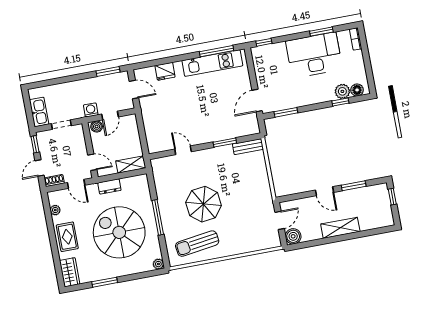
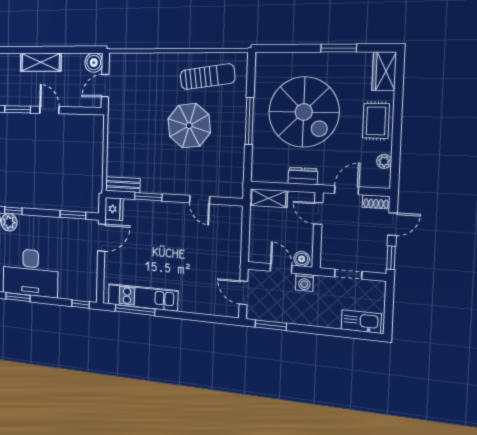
fridge: (165, 71) -> (114, 209), moved, turned 90
kitchen sink: (39, 112) -> (361, 322), moved, turned 90
door: (110, 116) -> (281, 268), hinge flipped
door: (76, 184) -> (347, 190), hinge flipped
plant: (158, 264) -> (262, 59), removed

